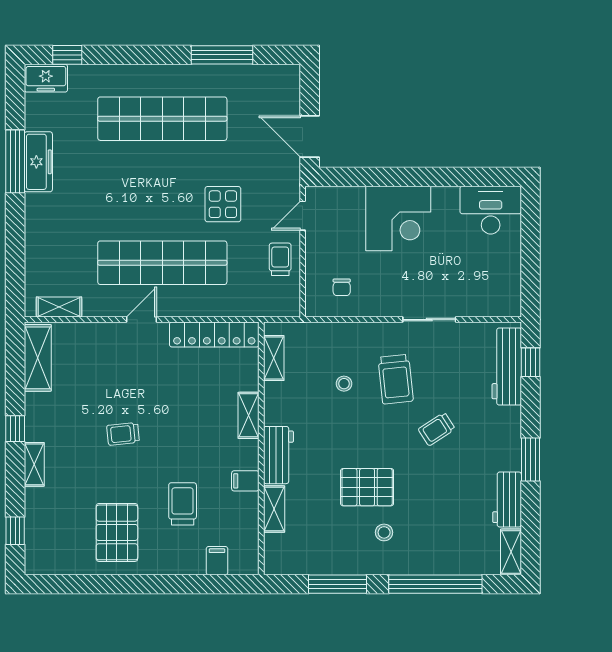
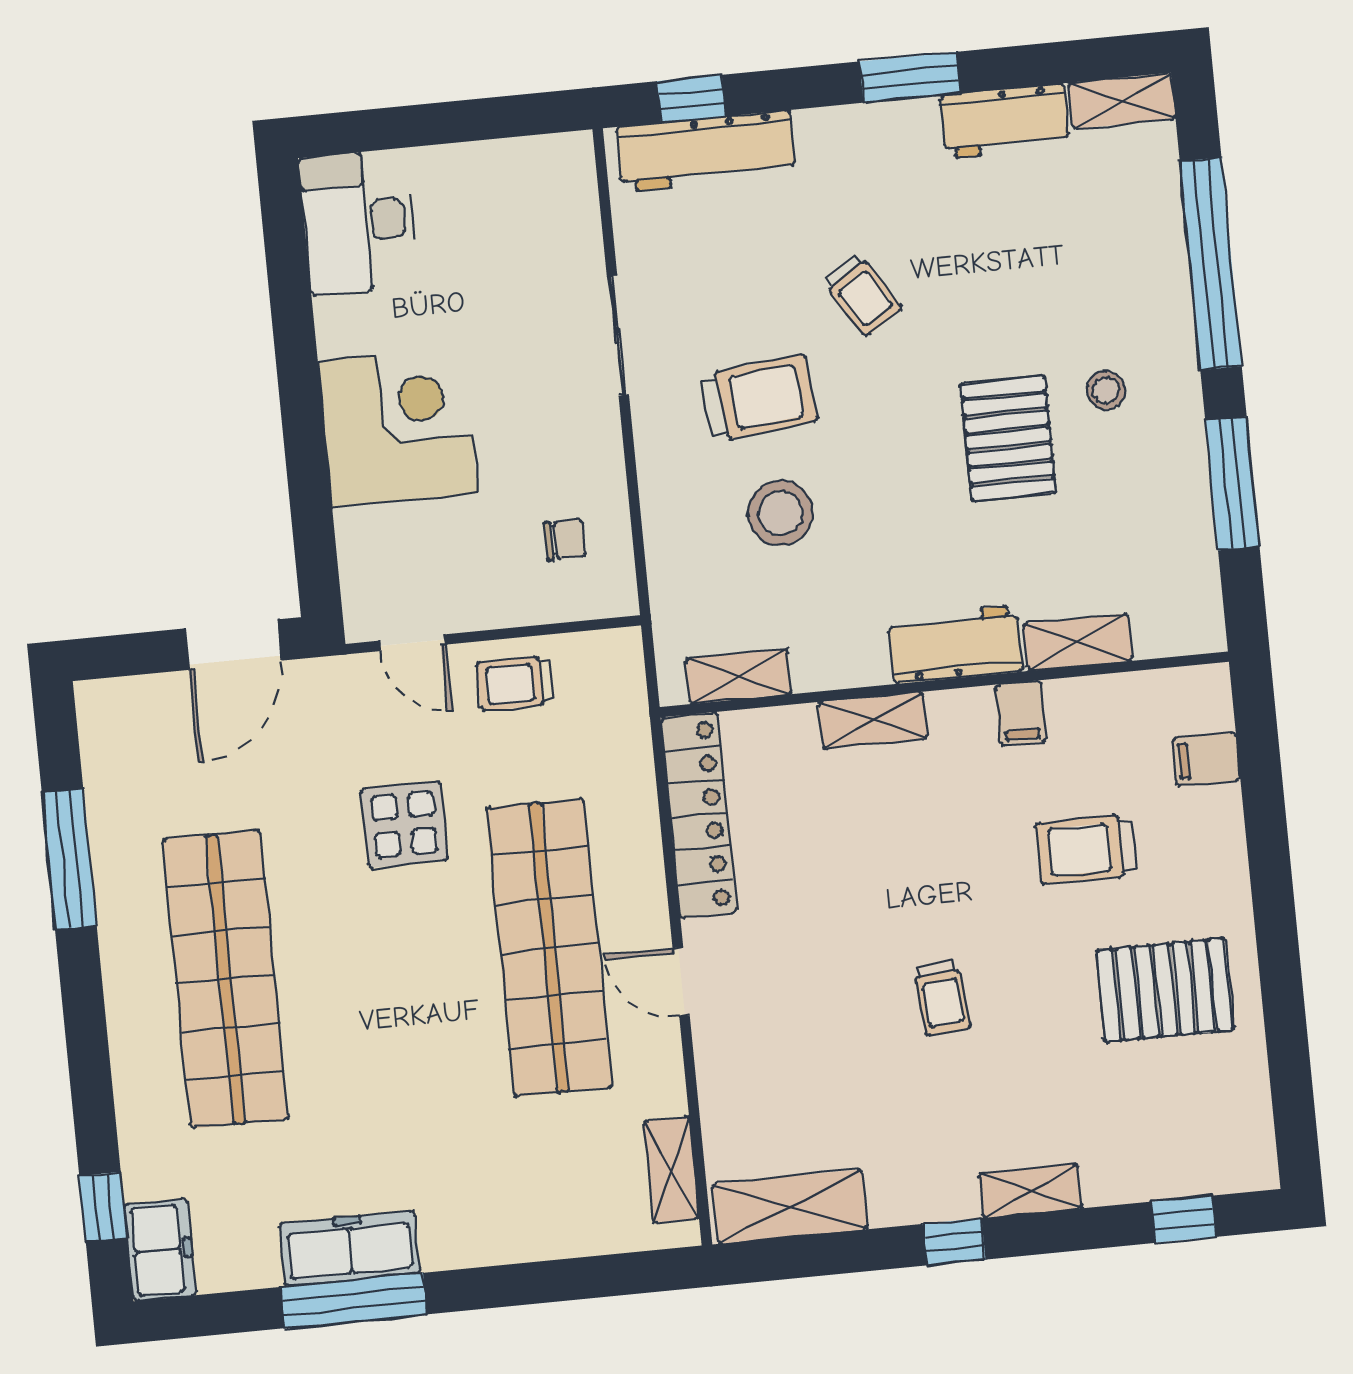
stool: (344, 384) -> (781, 513), width x1.89, depth x1.89

